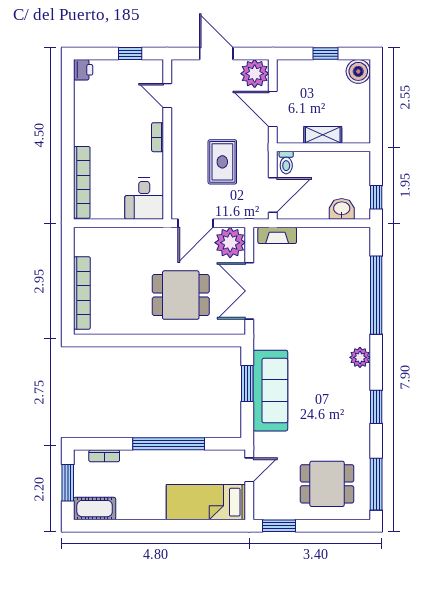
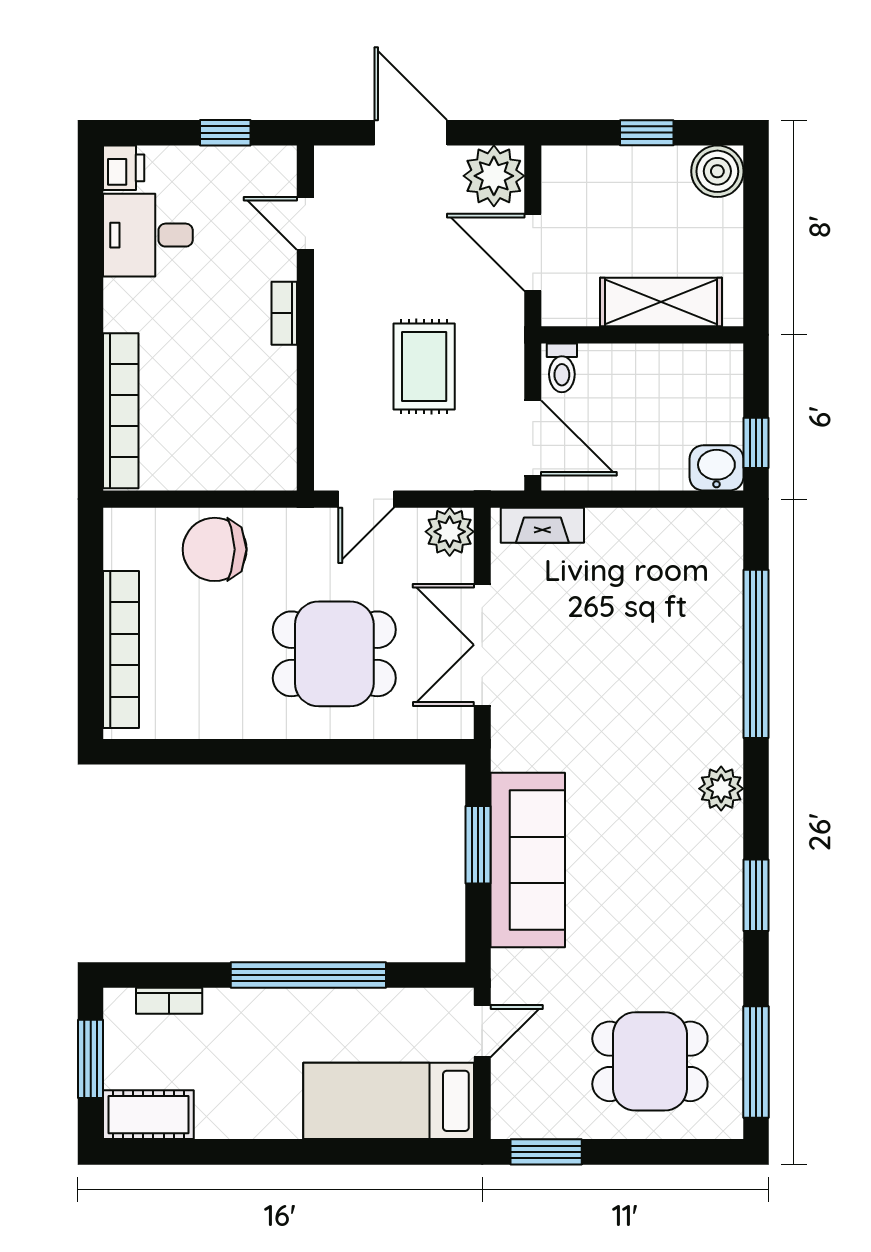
shelving: (323, 135) -> (661, 302), width x1.50, depth x1.33
door: (273, 195) -> (533, 438), hinge flipped
desk: (144, 199) -> (148, 235), moved, turned 90
washbasin: (342, 209) -> (716, 468), moved
door: (195, 223) -> (366, 499), width x0.73
plant: (230, 243) -> (450, 532), width x0.73, depth x0.73
chair: (125, 247) -> (215, 549), added

